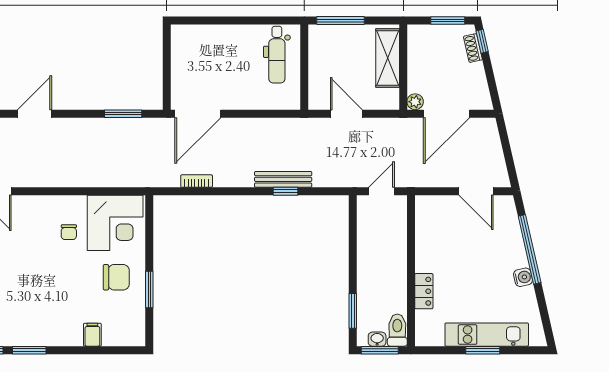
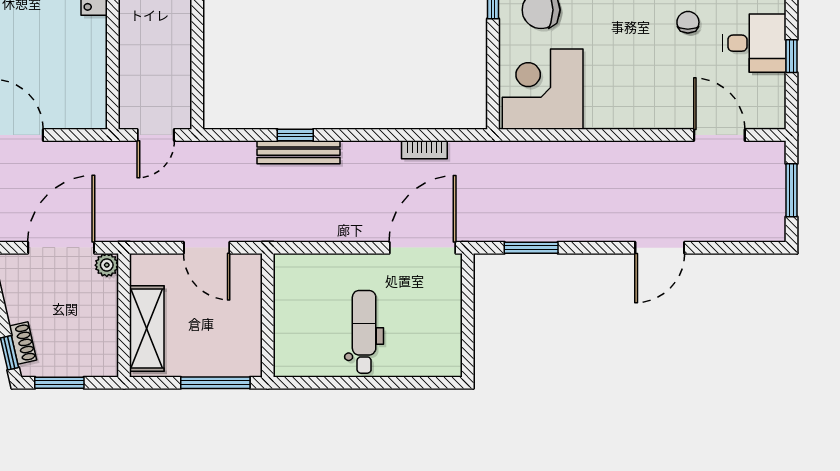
dental chair: (277, 55) -> (364, 332), moved
chair: (69, 232) -> (688, 22), moved

